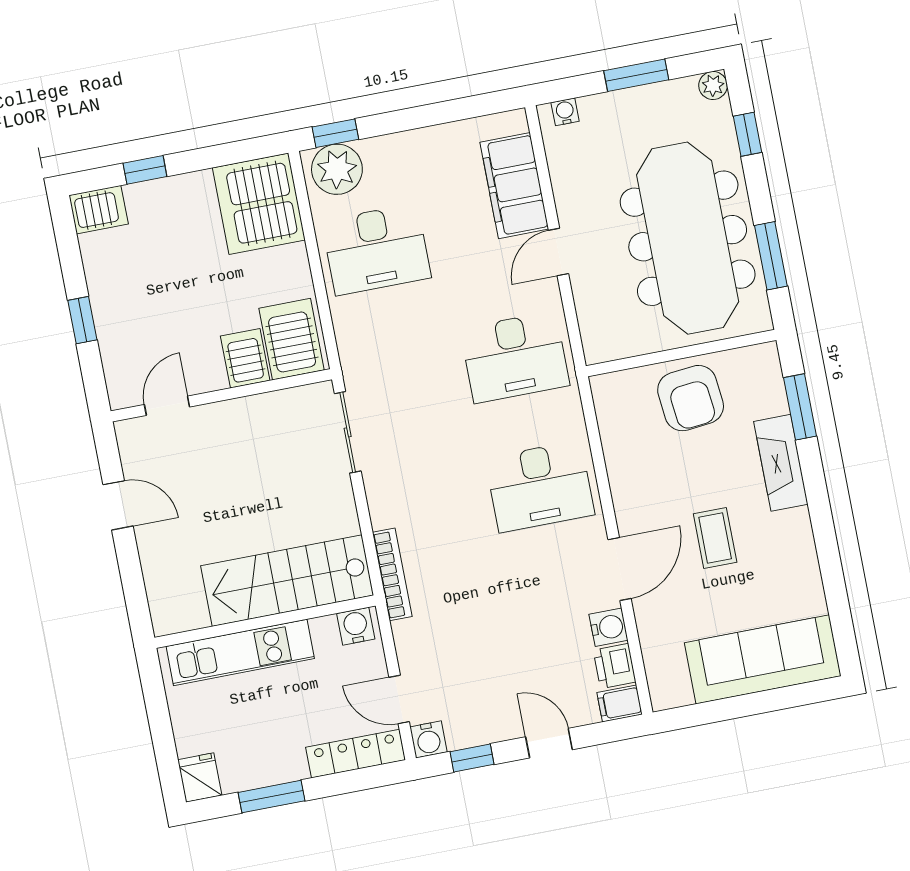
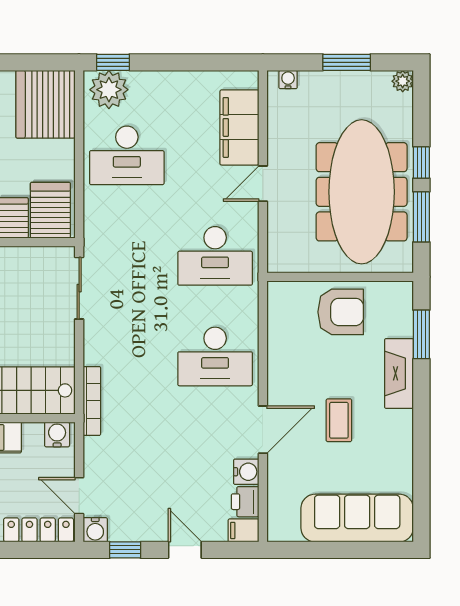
window: (747, 134) -> (421, 163), moved
armchair: (691, 398) -> (341, 312), turned -84

